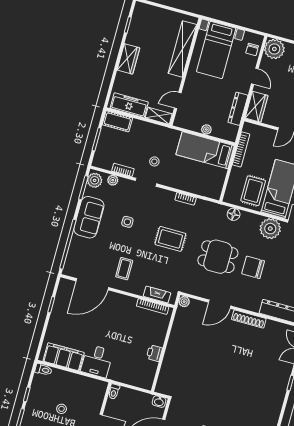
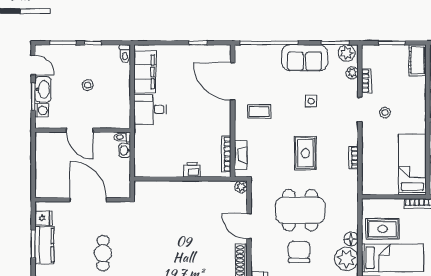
floor lamp: (234, 214) -> (351, 239), moved
dining table: (218, 257) -> (300, 210), width x1.38
printer: (154, 353) -> (192, 170), moved
washbasin: (159, 402) -> (125, 150), moved

